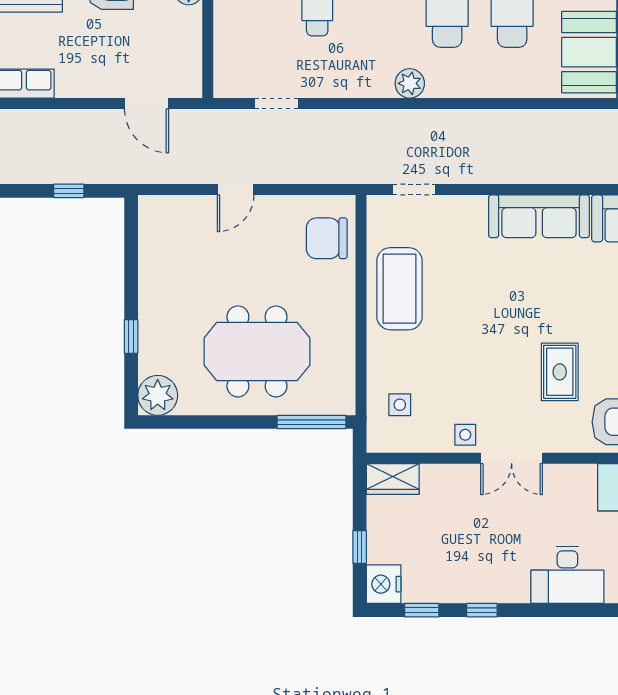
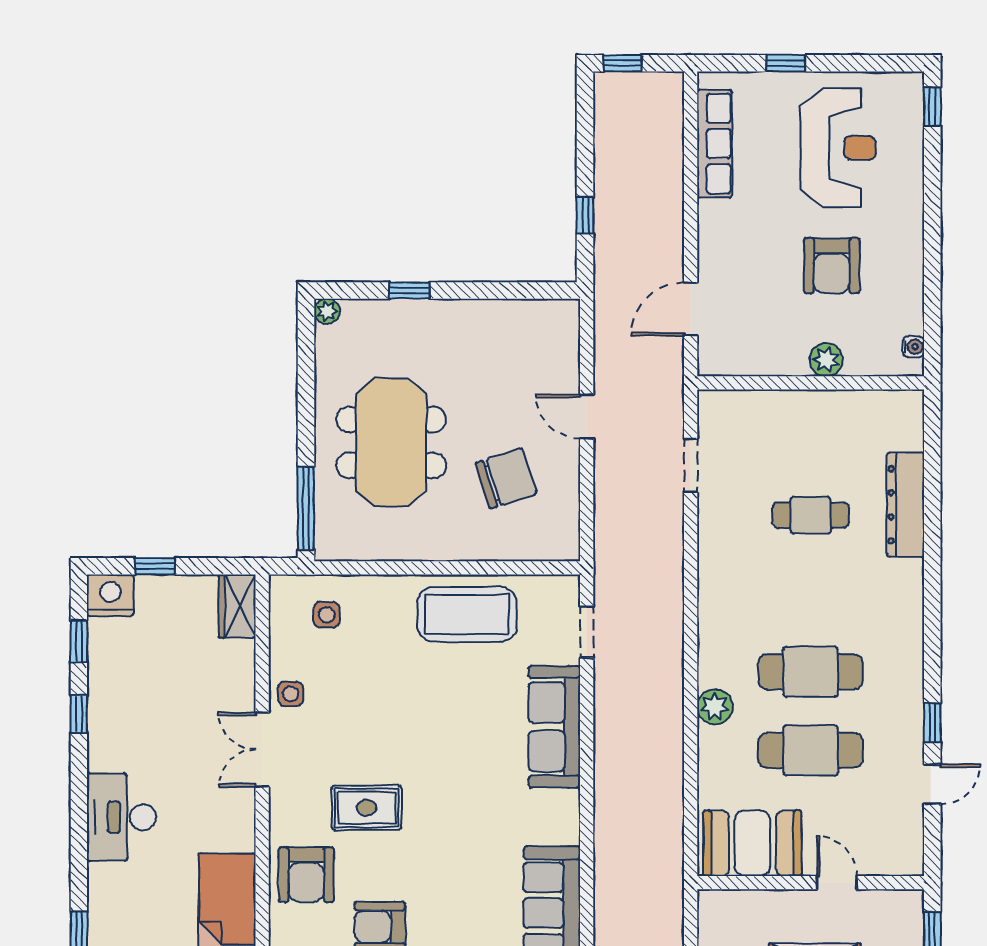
plant: (410, 83) -> (715, 707), moved
sofa: (539, 216) -> (554, 727), moved
chair: (327, 238) -> (506, 478), moved, turned 72
plant: (158, 395) -> (327, 311), width x0.53, depth x0.53

